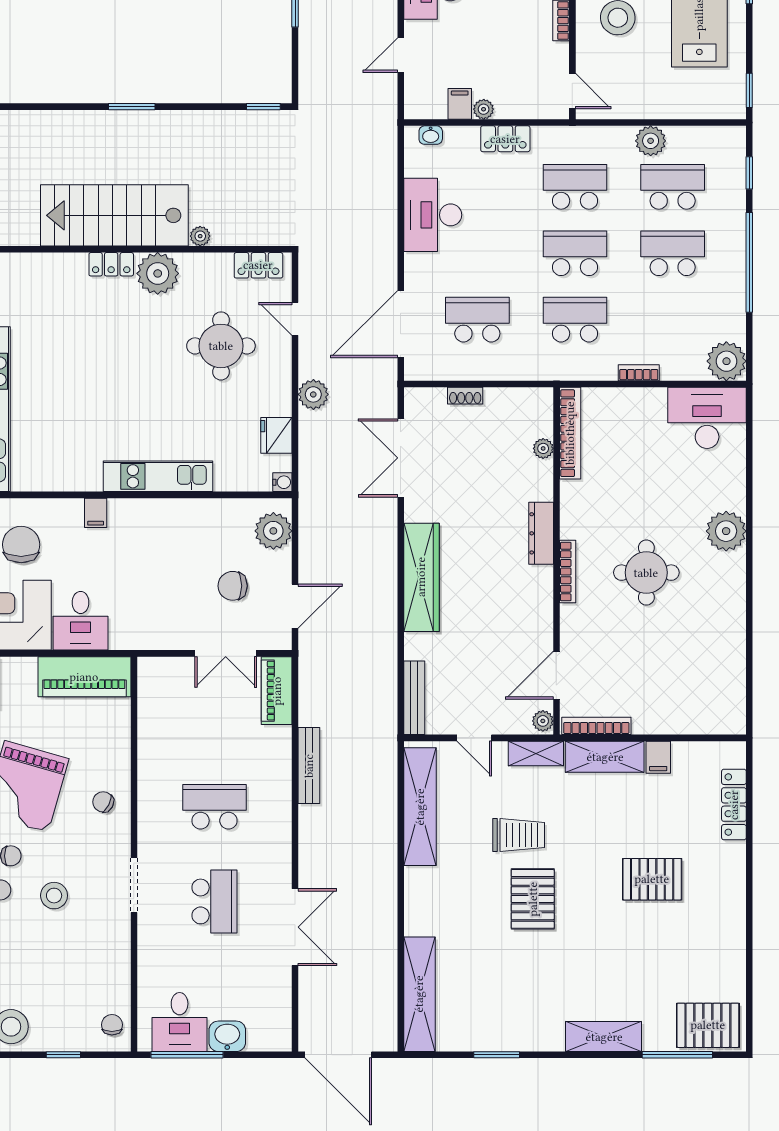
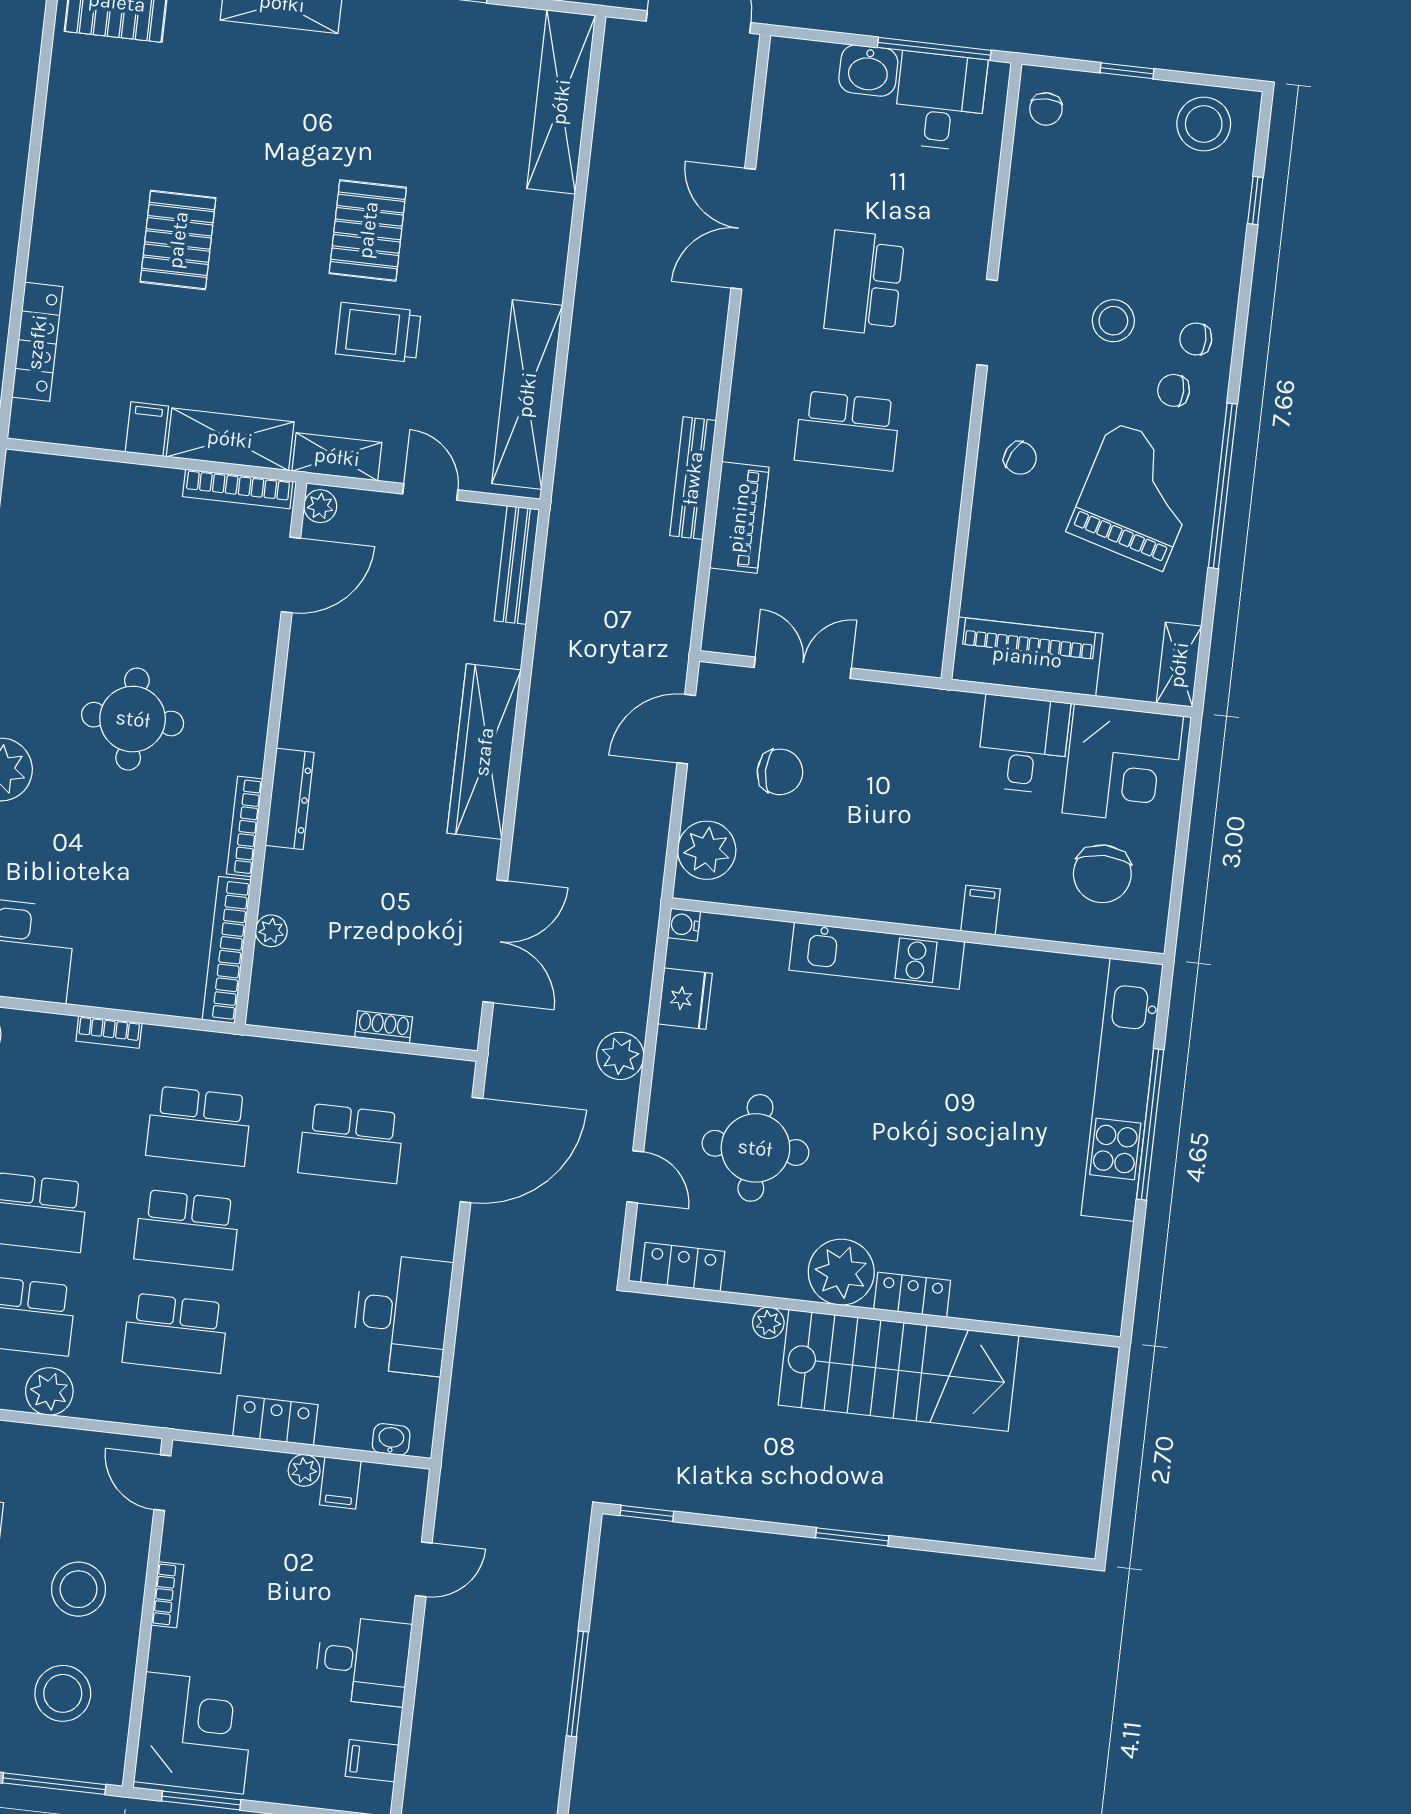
bookcase: (568, 572) -> (245, 826), moved
piano: (277, 691) -> (739, 518), moved
pallet: (652, 879) -> (178, 240), turned 90

